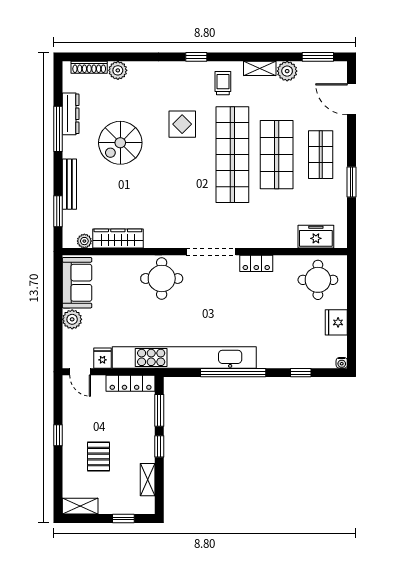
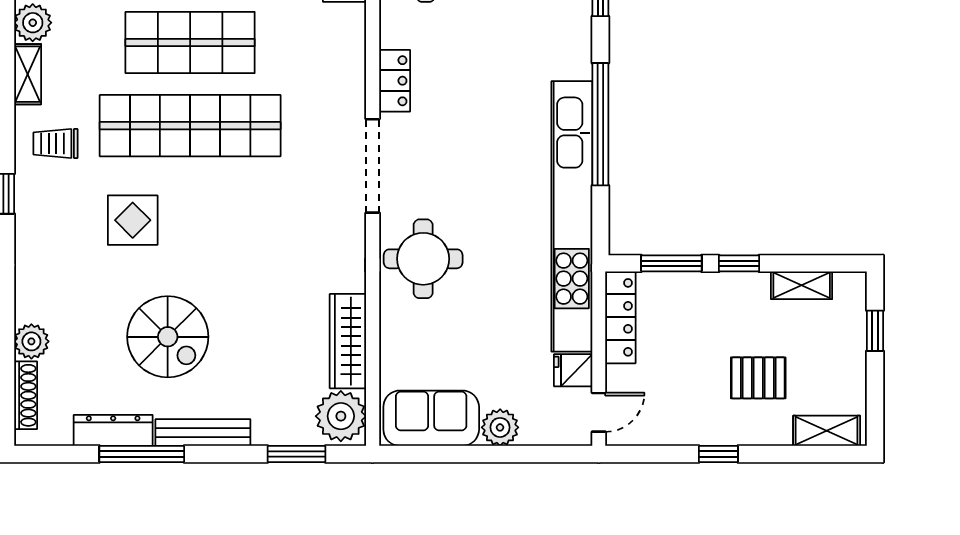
bench: (69, 184) -> (203, 433), moved
plant: (84, 241) -> (341, 416), width x1.87, depth x1.87
shelving: (80, 506) -> (827, 431), moved, turned 90

